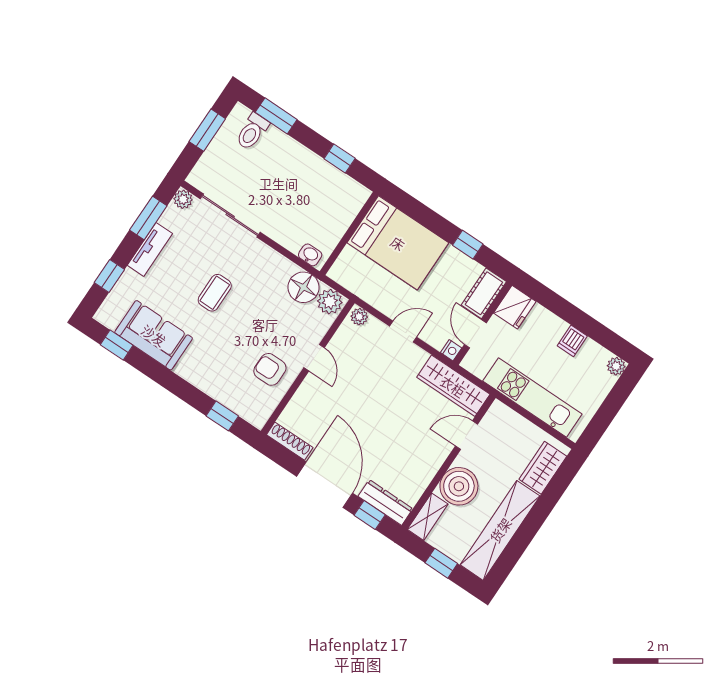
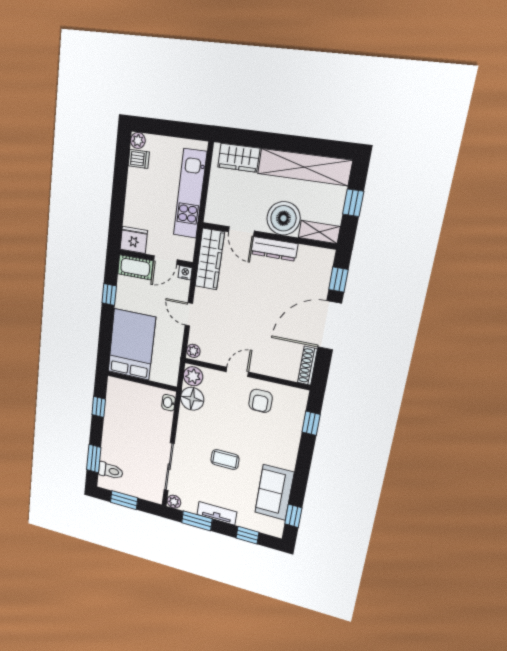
dishwasher: (572, 341) -> (139, 159), moved
dresser: (386, 503) -> (274, 249), moved, turned -90

